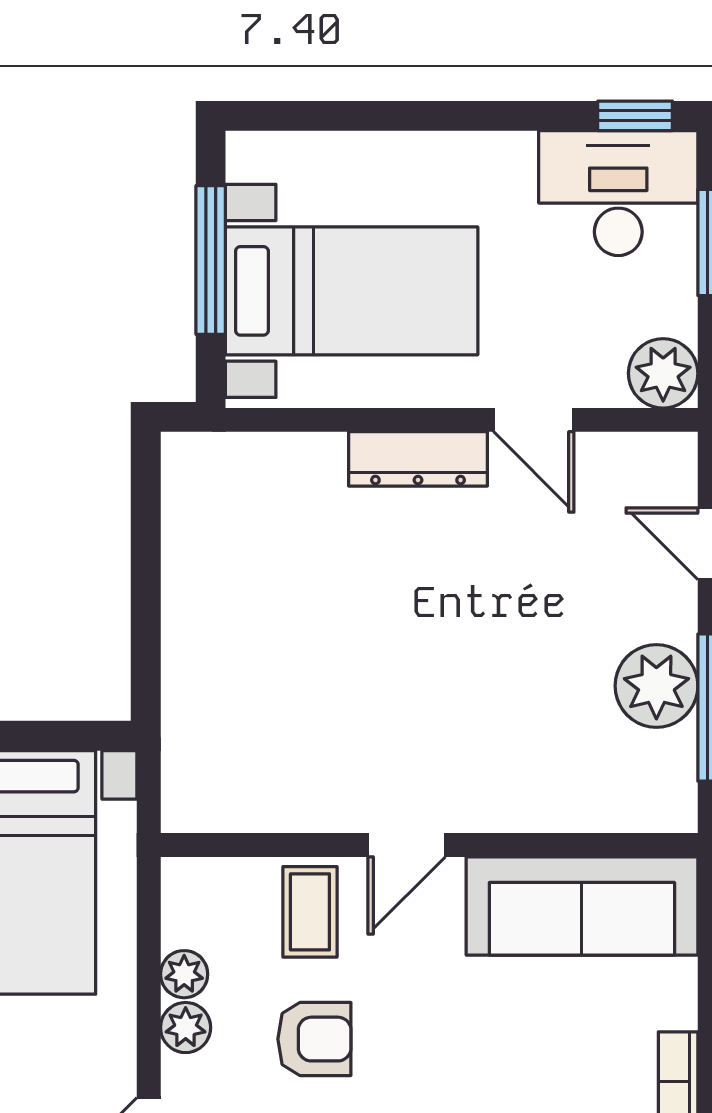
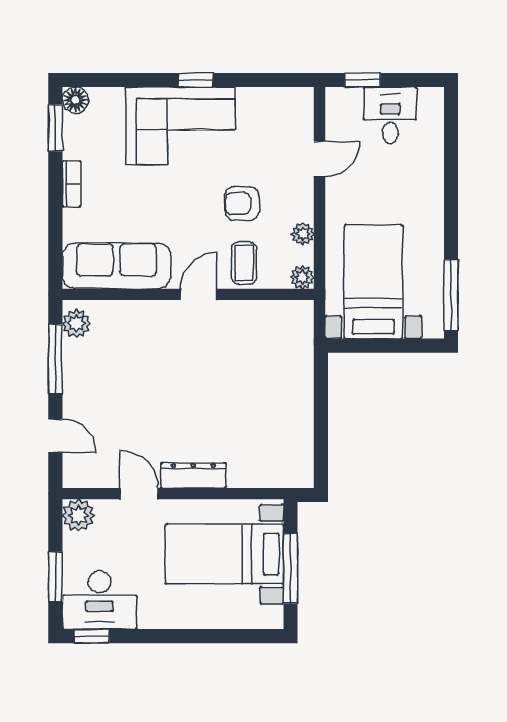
plant: (656, 686) -> (76, 323), moved, width x0.73, depth x0.73
plant: (186, 1028) -> (302, 277), moved

